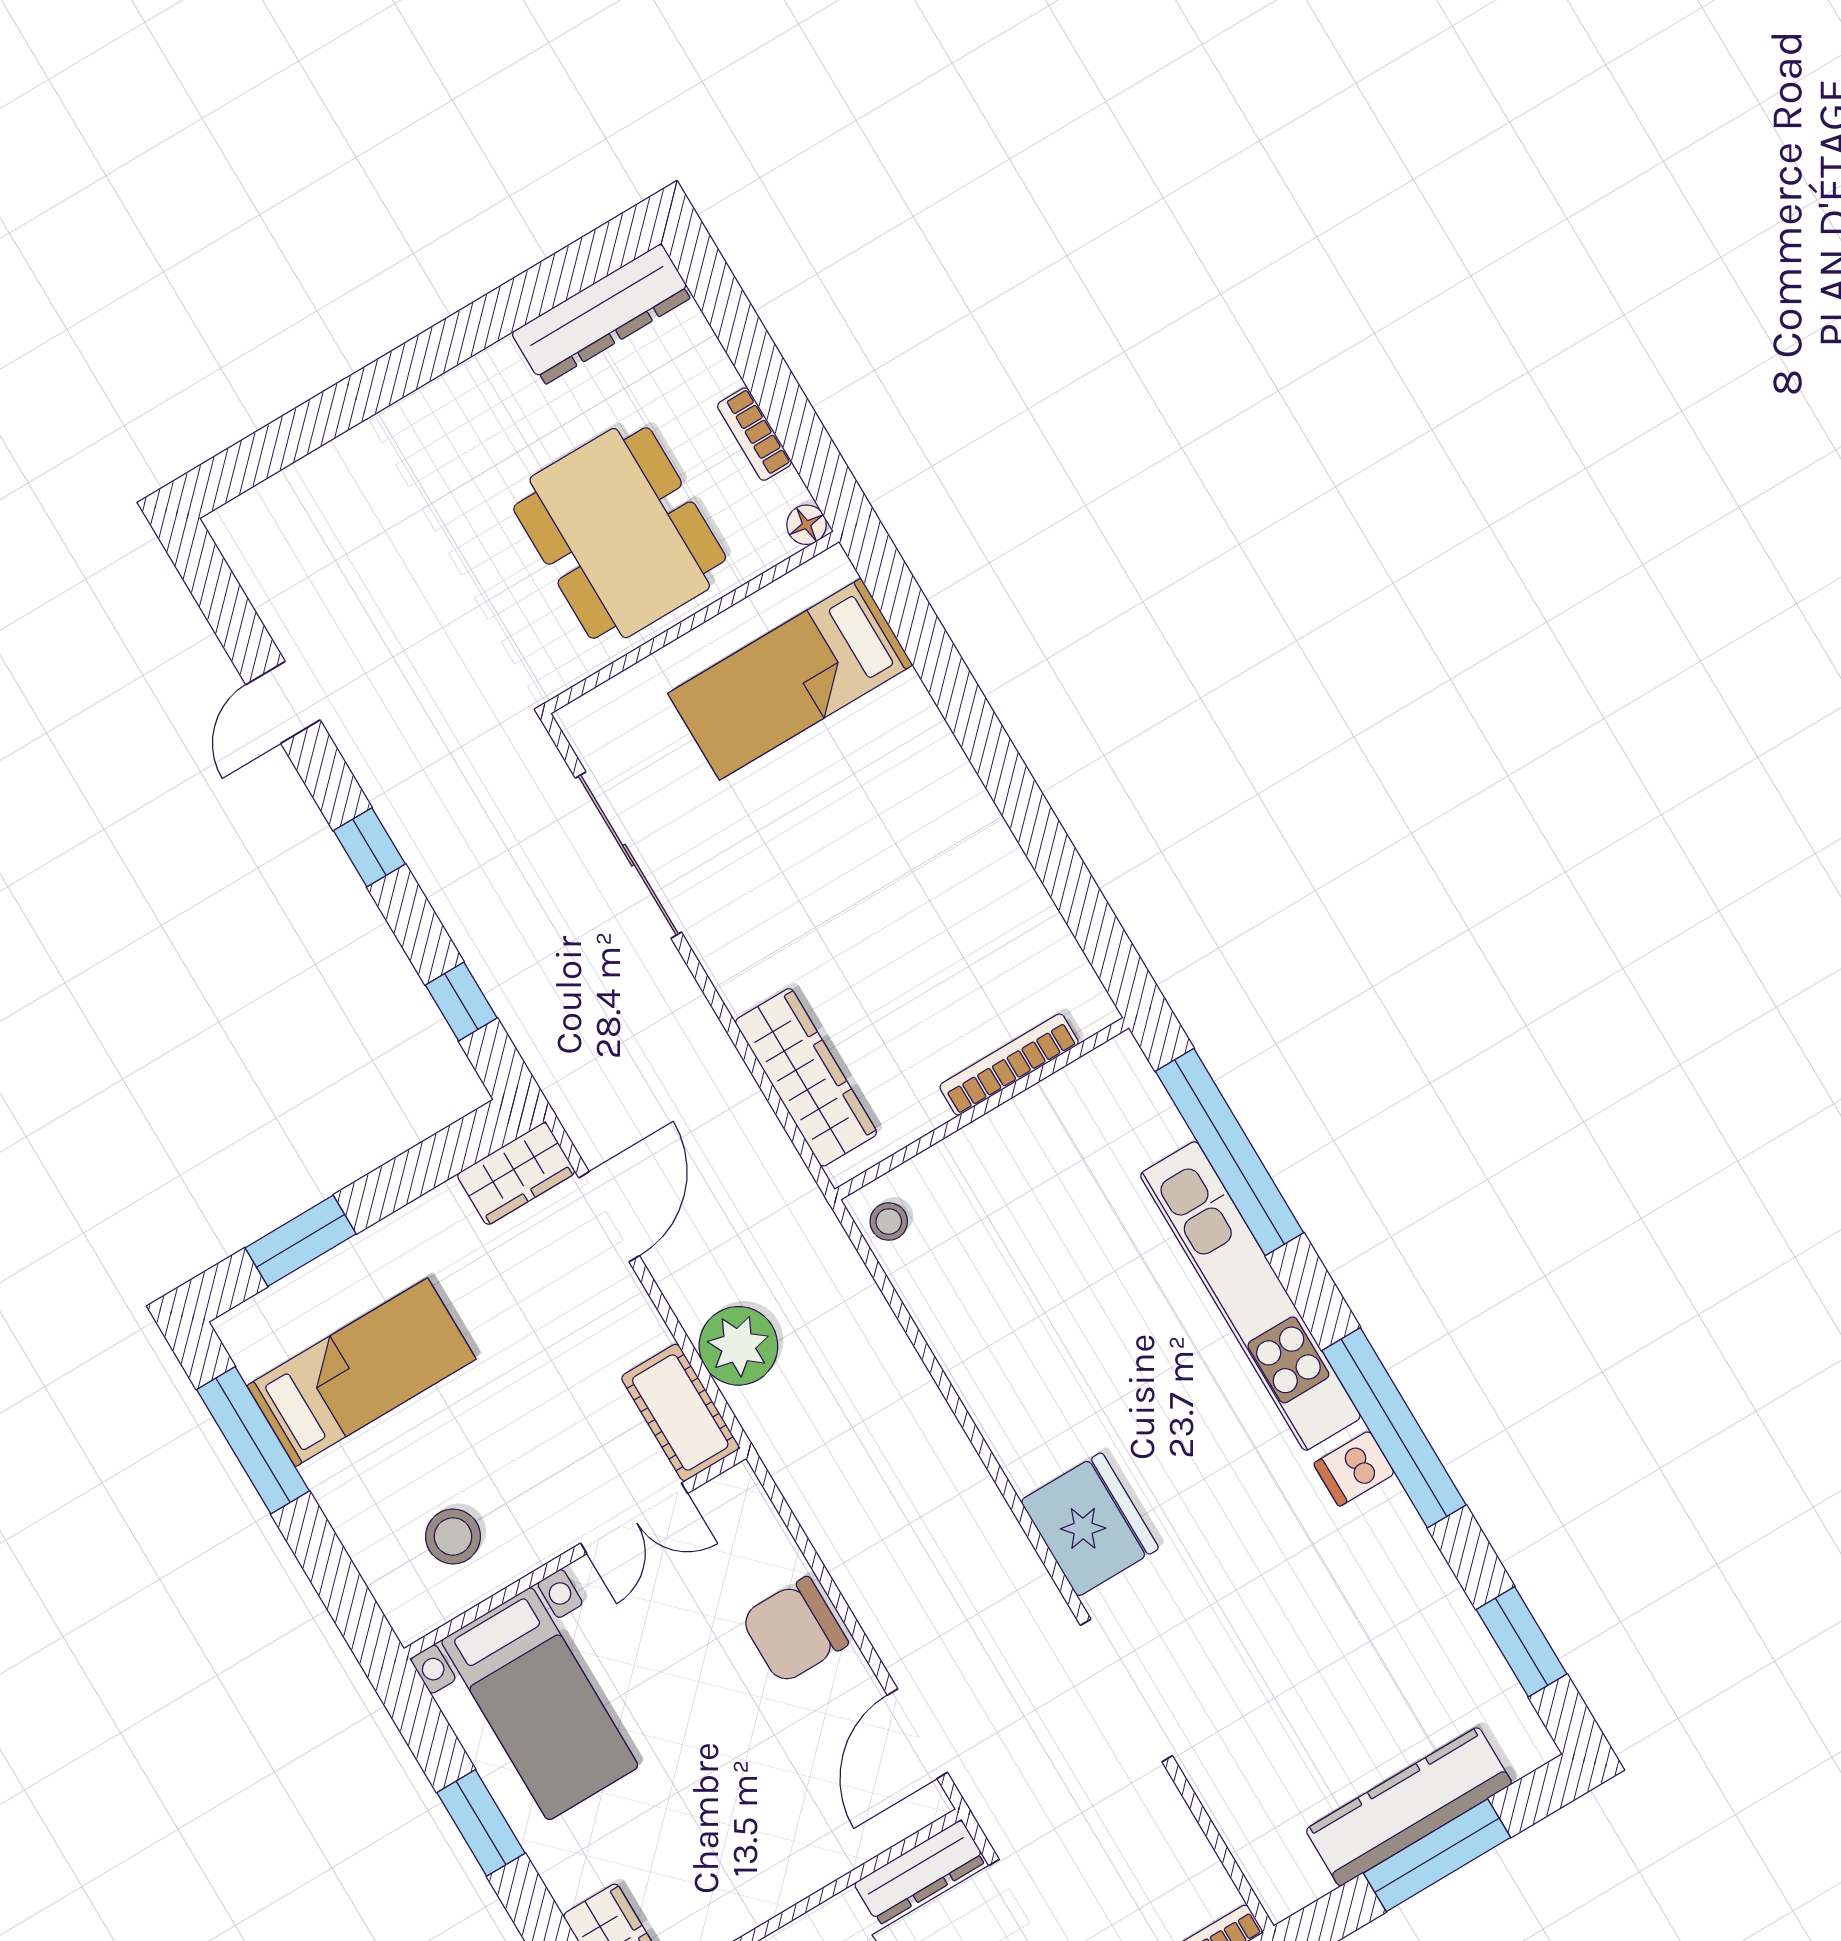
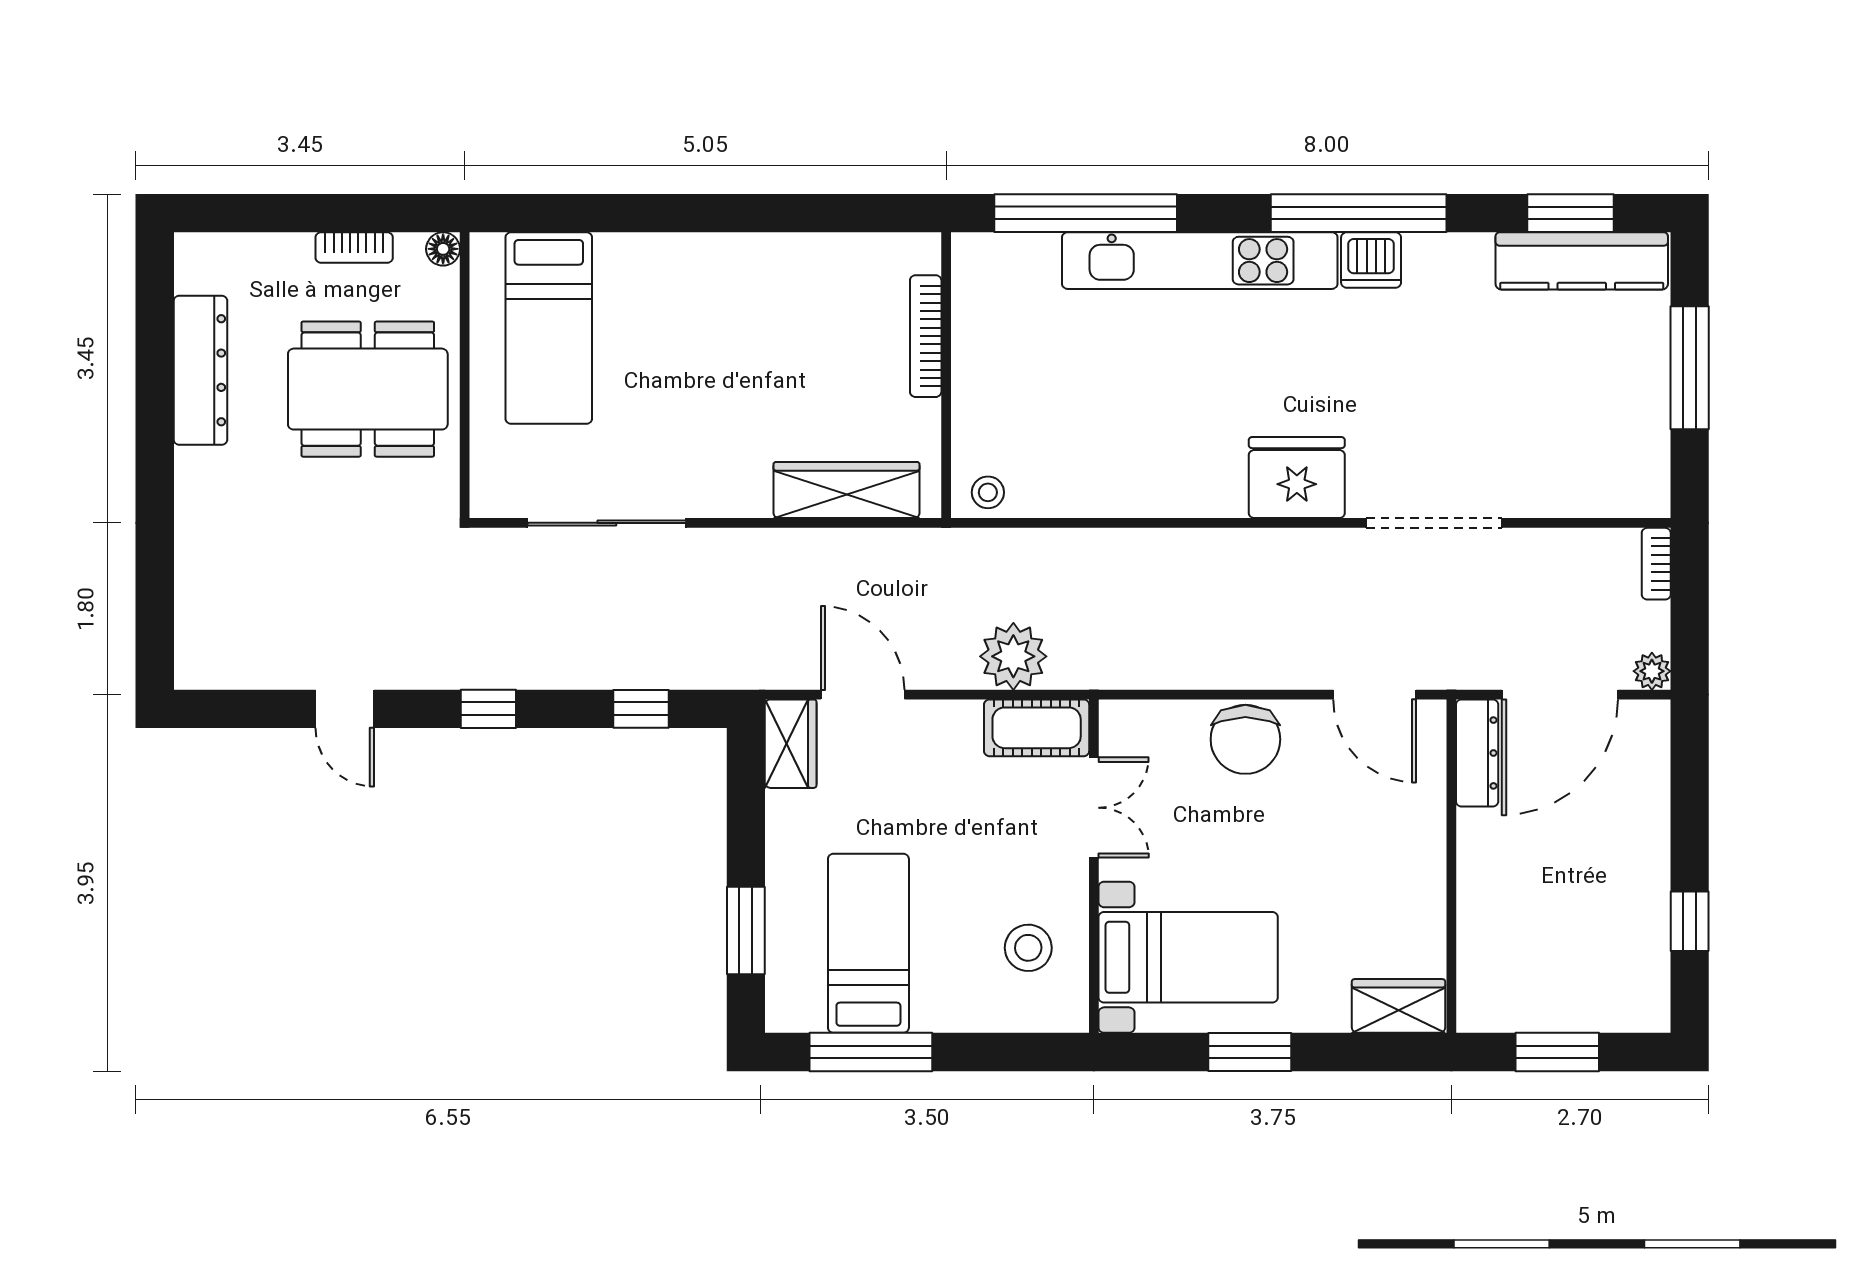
dresser: (602, 315) -> (200, 370), moved
dishwasher: (1354, 1469) -> (1371, 260), width x1.38
kitchen counter: (1409, 1807) -> (1582, 261), moved, turned -90

